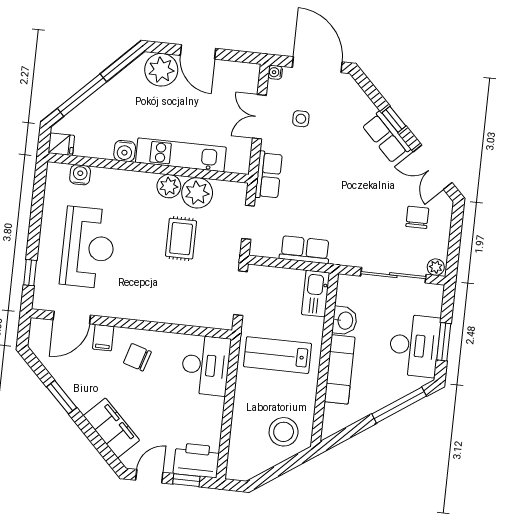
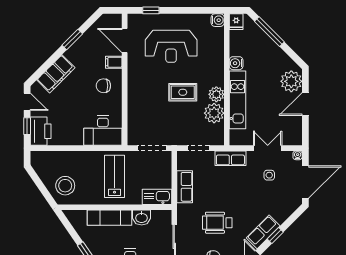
water cooler: (80, 175) -> (218, 20), moved
wheelchair: (365, 206) -> (217, 223), added
rug: (181, 239) -> (183, 92), moved
chair: (137, 357) -> (103, 86), turned -107

